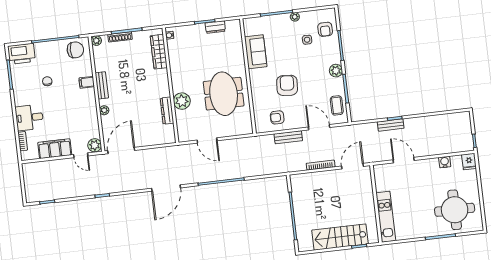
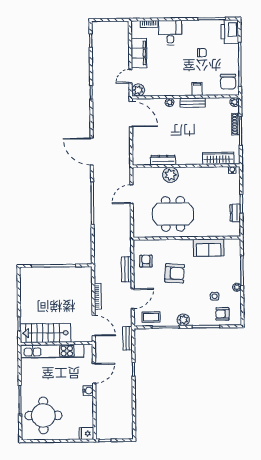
bench: (391, 125) -> (128, 338), moved
water cooler: (445, 162) -> (88, 391), moved
kitchen unit: (386, 217) -> (52, 351), width x1.36
stairs: (340, 237) -> (45, 333), moved, turned -90

